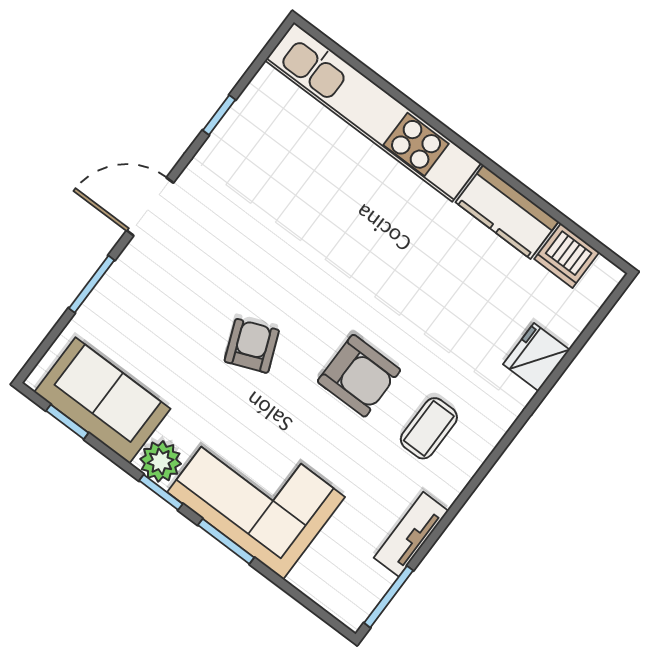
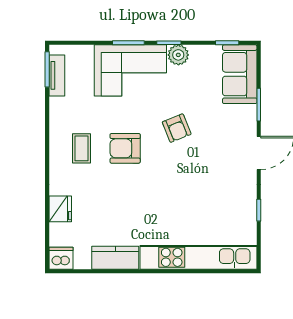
dishwasher: (567, 256) -> (61, 258), moved
sofa: (102, 400) -> (240, 74), moved, turned 90
tv unit: (411, 534) -> (57, 75), moved

